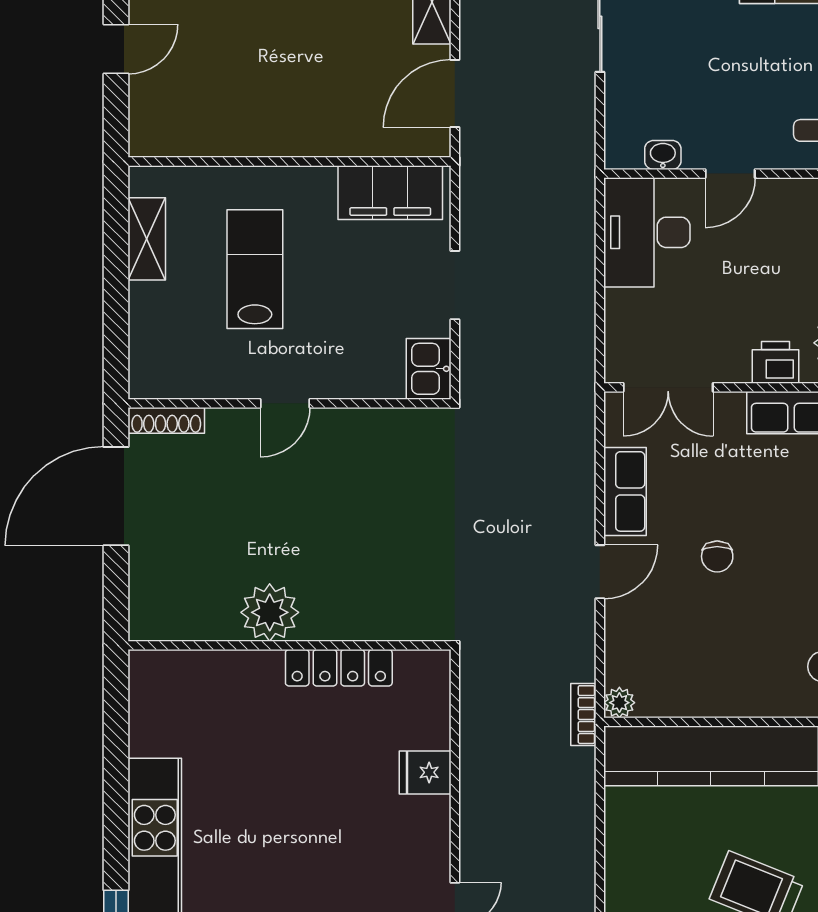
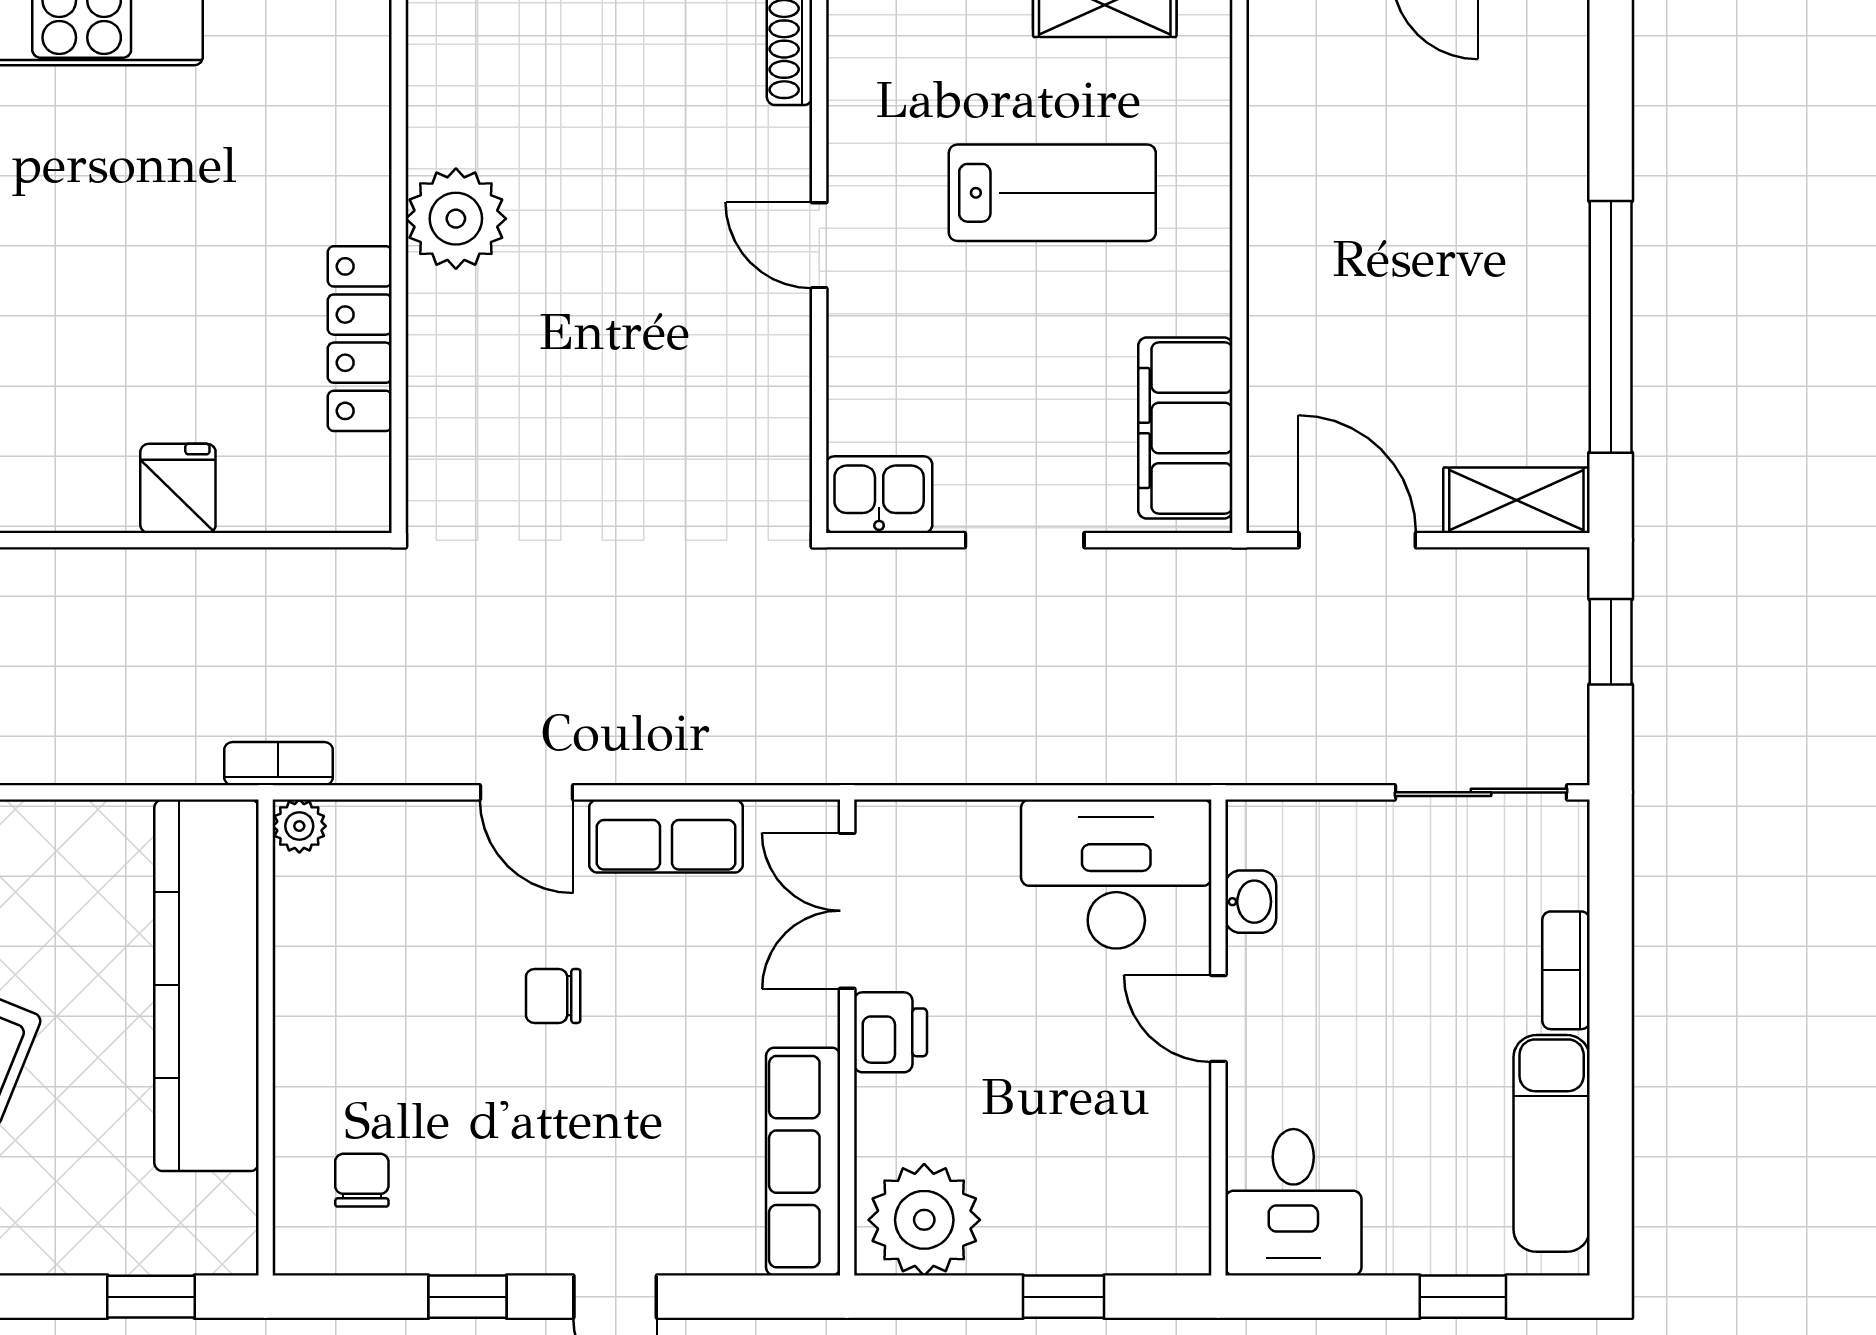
printer: (776, 362) -> (890, 1032), moved

